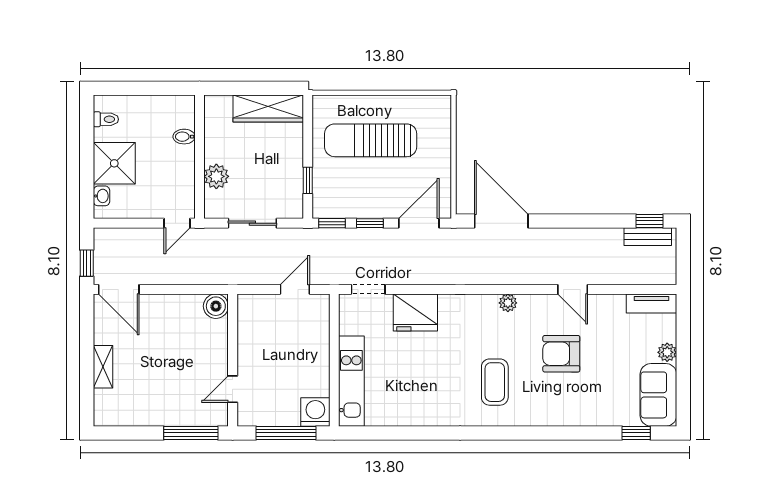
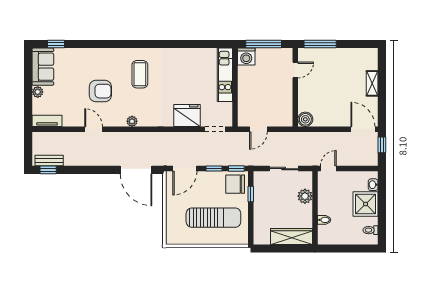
wardrobe: (268, 109) -> (292, 236), moved
chair: (334, 197) -> (235, 184), added

